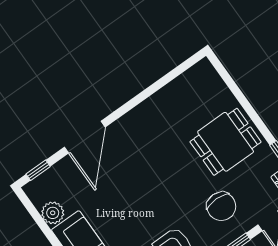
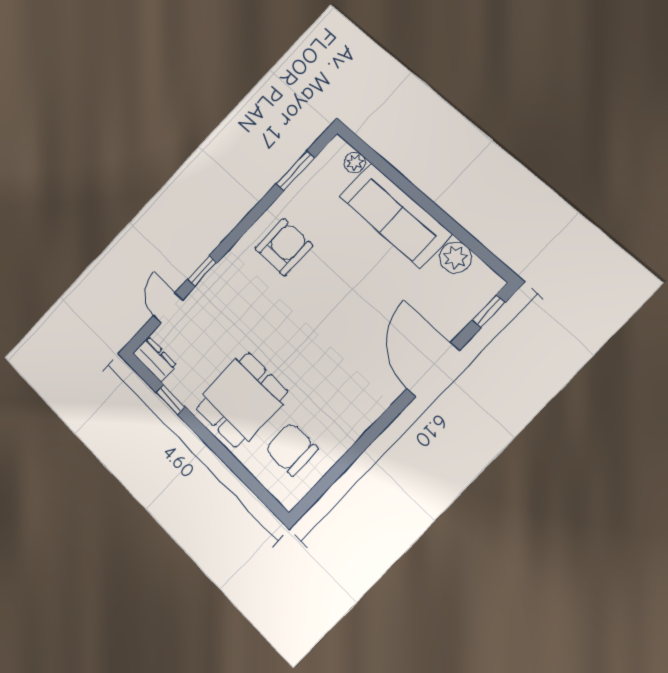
chair: (221, 206) -> (292, 449), moved

